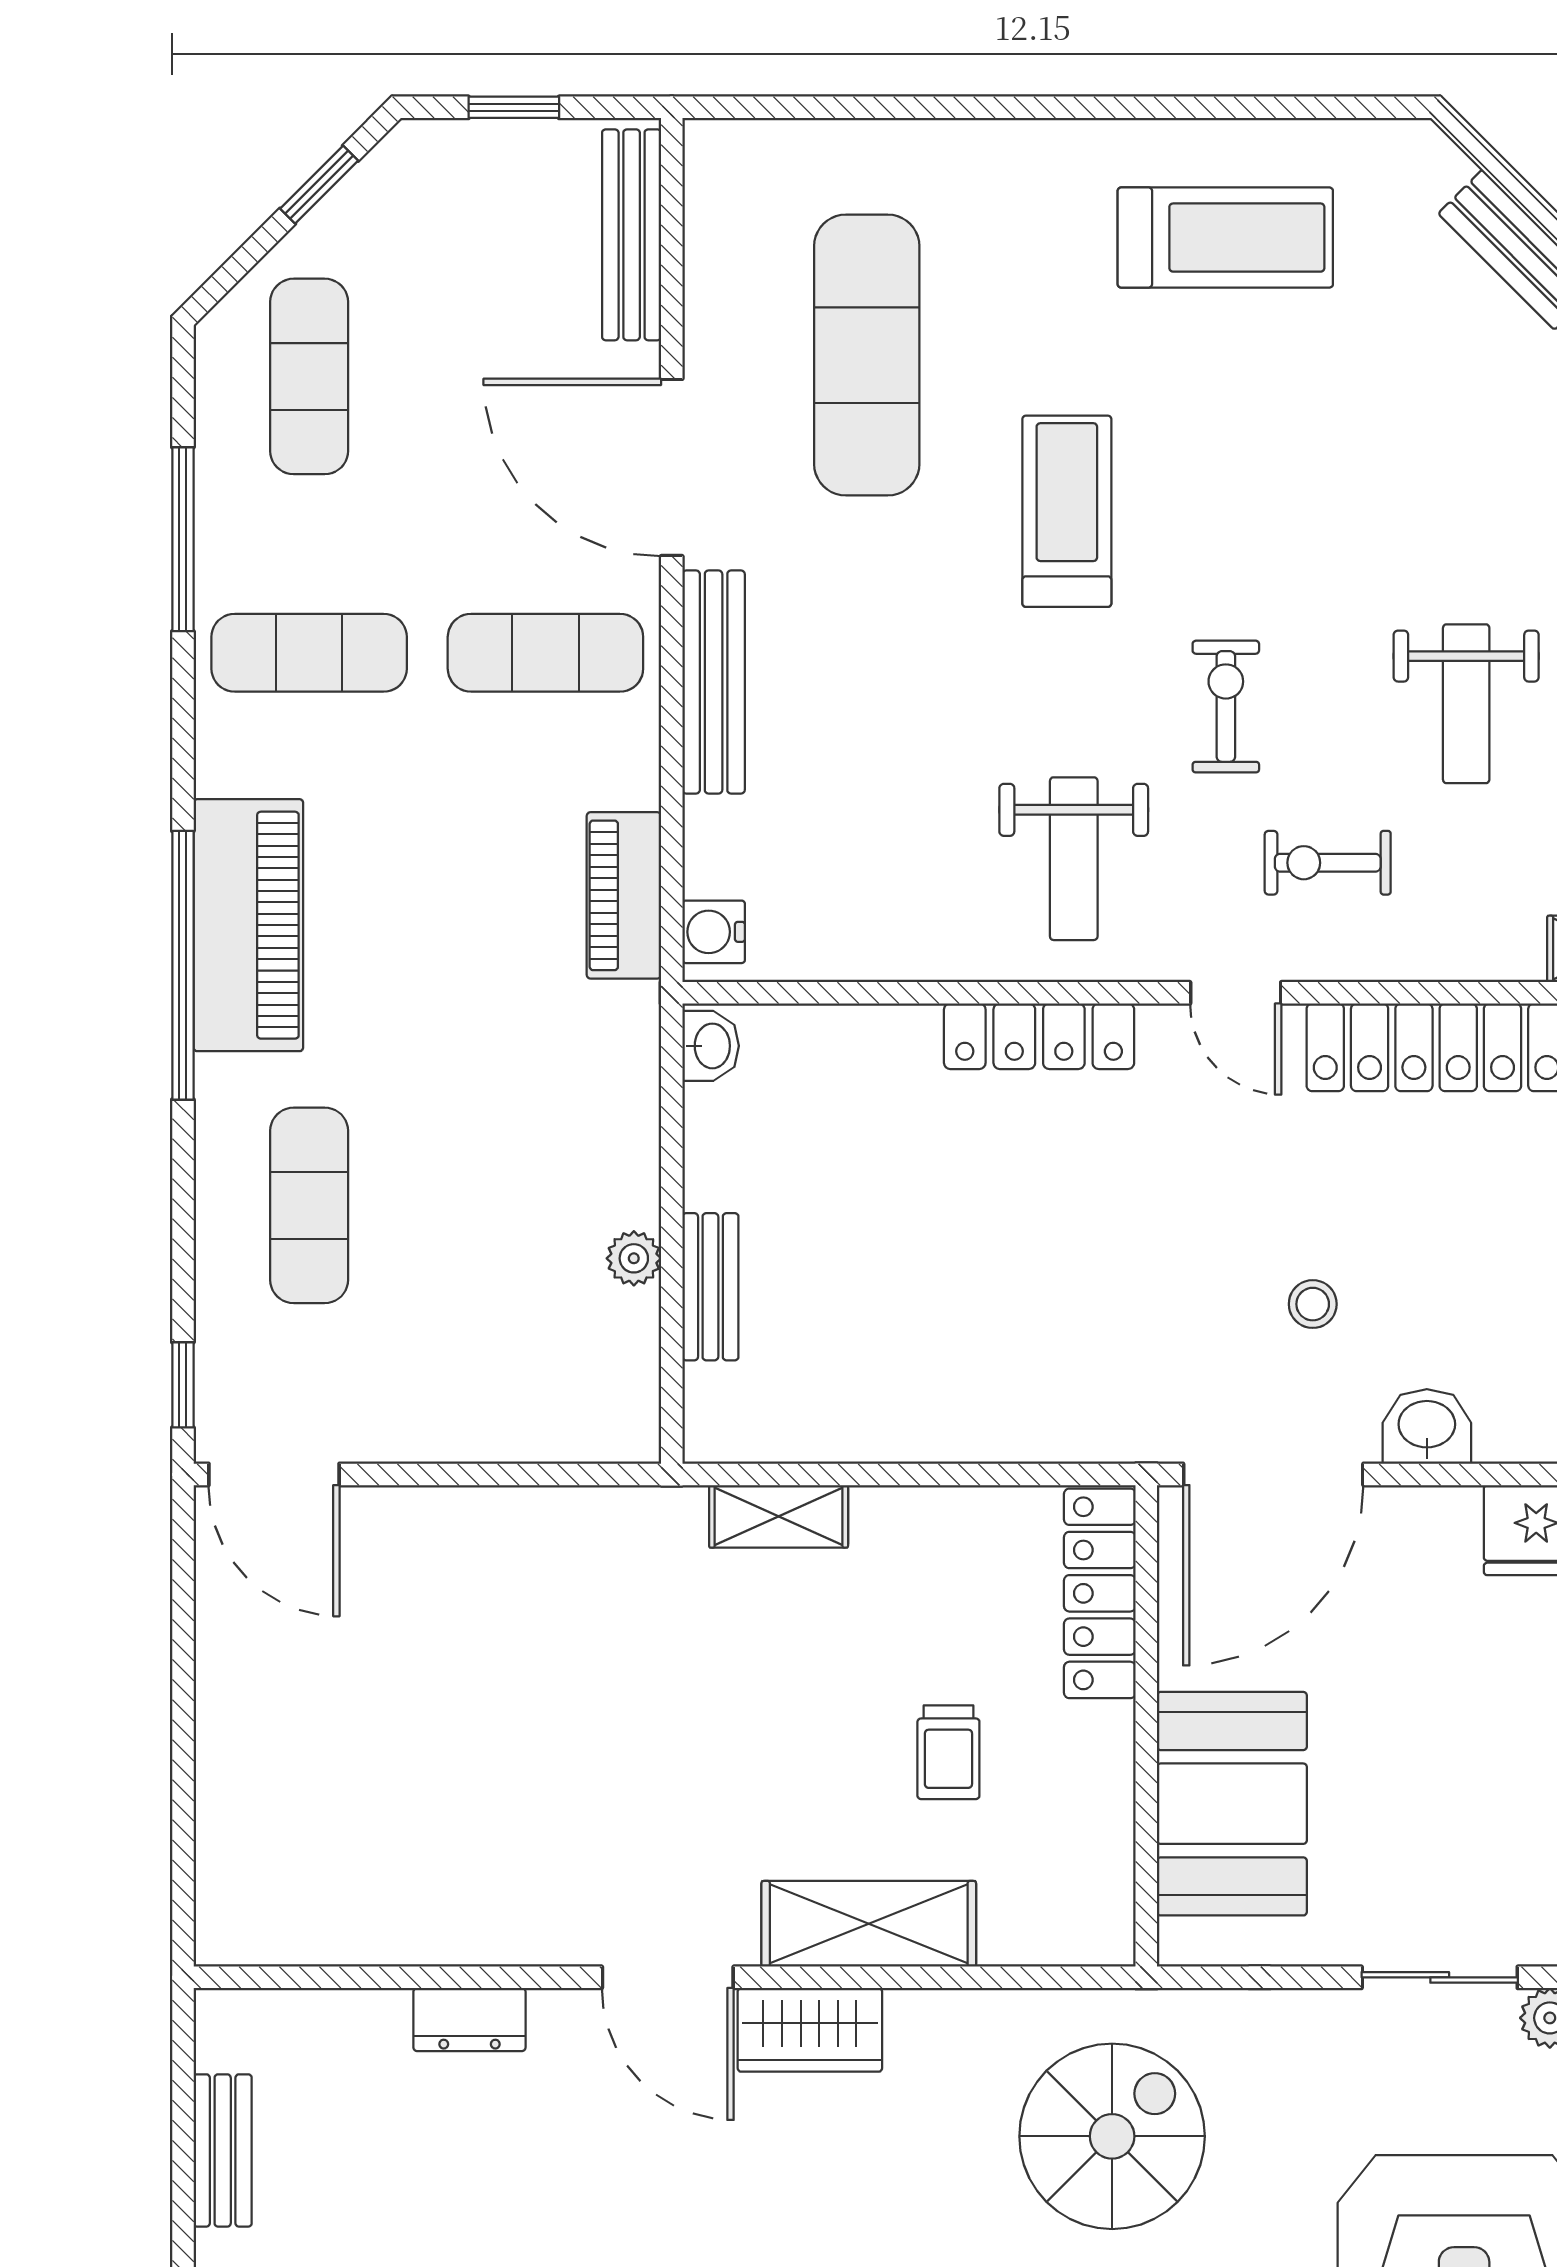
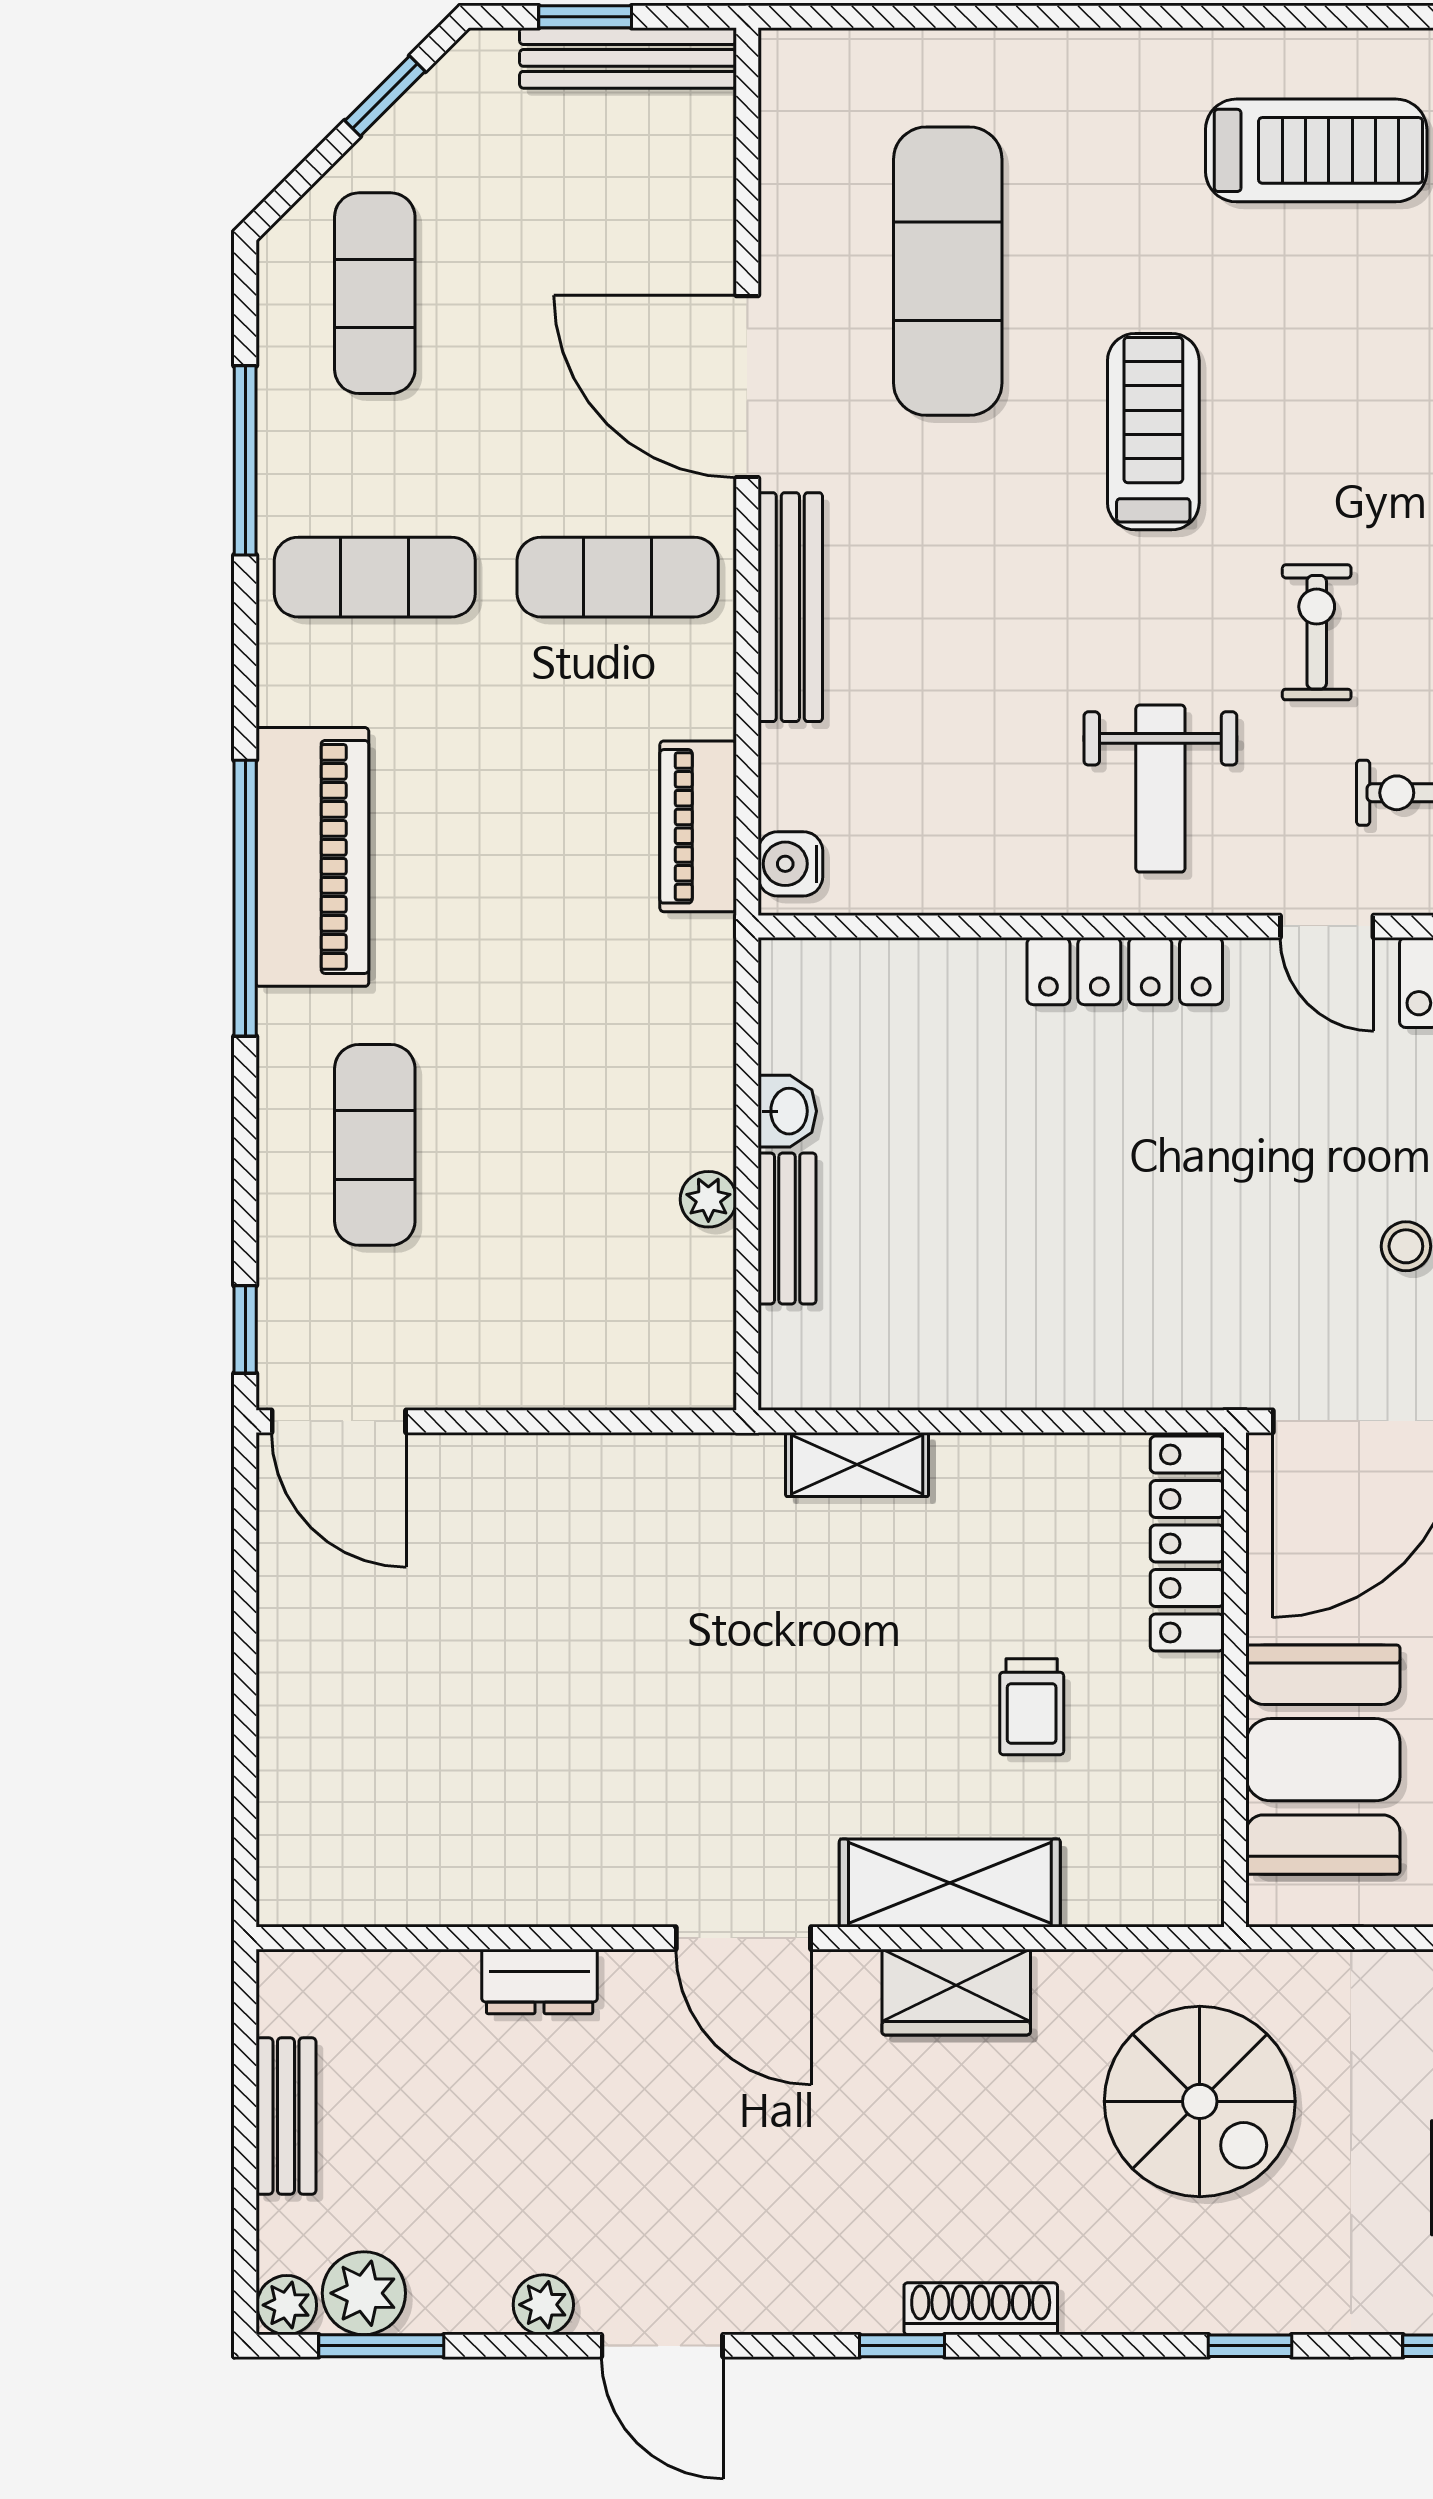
bench: (632, 235) -> (628, 58), moved, turned 90
washbasin: (711, 1046) -> (787, 1111), moved
wardrobe: (810, 2030) -> (956, 1992), moved
spiral stairs: (1112, 2136) -> (1200, 2101), turned 90

